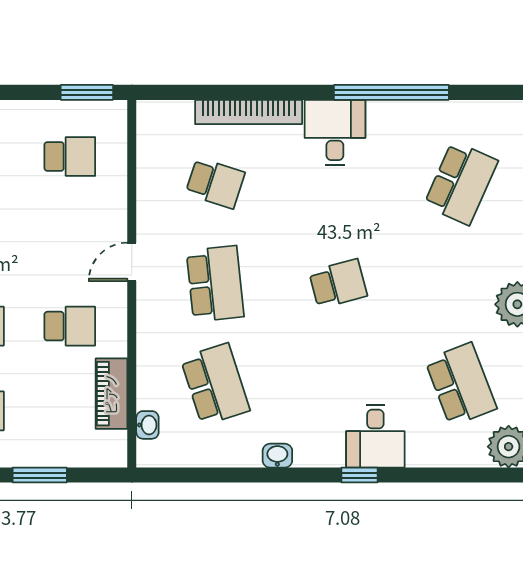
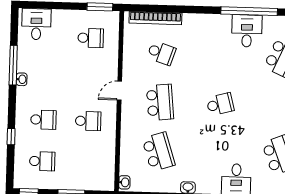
bookcase: (249, 112) -> (155, 18), moved
desk: (335, 133) -> (247, 31), moved
piano: (111, 394) -> (108, 155), removed
washbasin: (147, 425) -> (124, 182), moved

